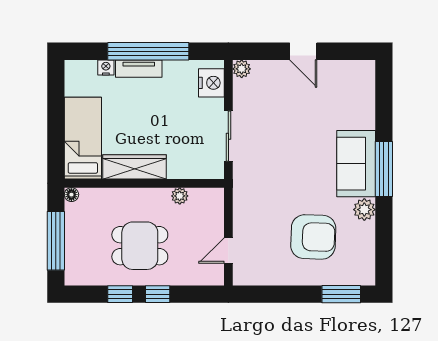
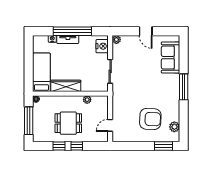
sofa: (356, 164) -> (171, 58), moved
plant: (364, 210) -> (174, 127), moved

